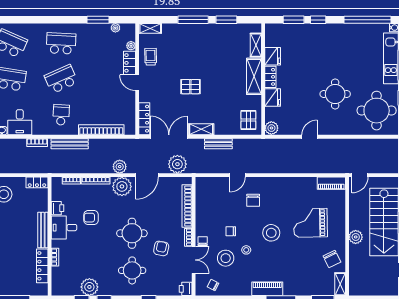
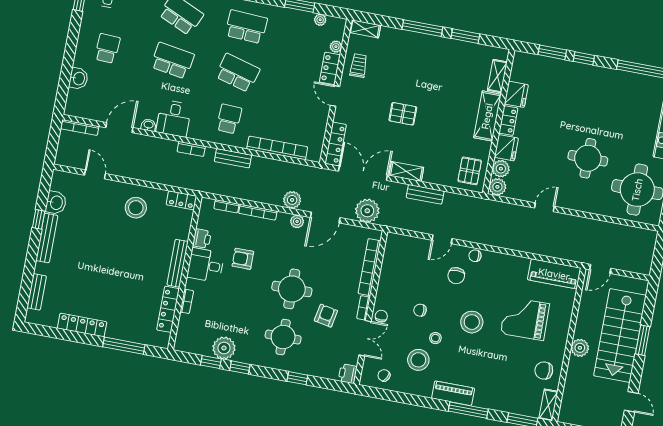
school desk: (61, 79) -> (238, 73), turned 39
plant: (271, 114) -> (501, 169), added
bench: (70, 144) -> (233, 158), width x0.73
chair: (264, 183) -> (475, 256), added
piano: (331, 183) -> (554, 274), width x1.37, depth x1.33
plant: (122, 186) -> (297, 221), width x0.53, depth x0.53
stool: (226, 258) -> (418, 360), moved
chair: (332, 259) -> (544, 370), turned 116

